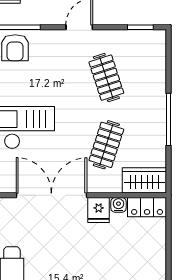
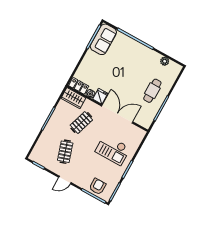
double door: (51, 195) -> (117, 114), swing flipped

